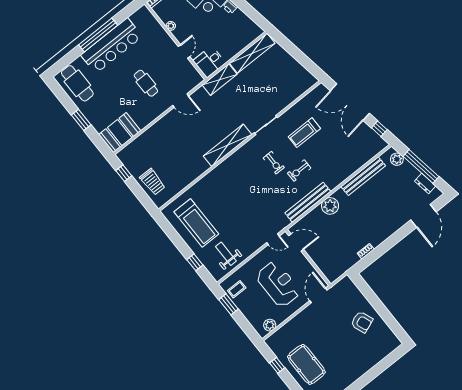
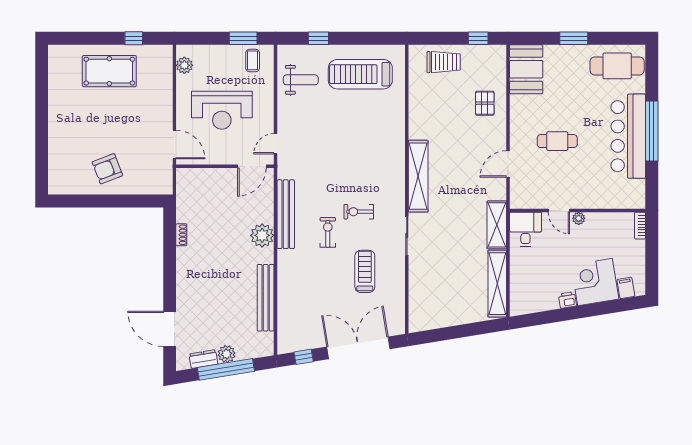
plant: (171, 26) -> (579, 218), moved
pallet: (157, 141) -> (485, 103), added
plant: (397, 159) -> (226, 354), moved
trolley: (152, 182) -> (444, 62), turned 180

